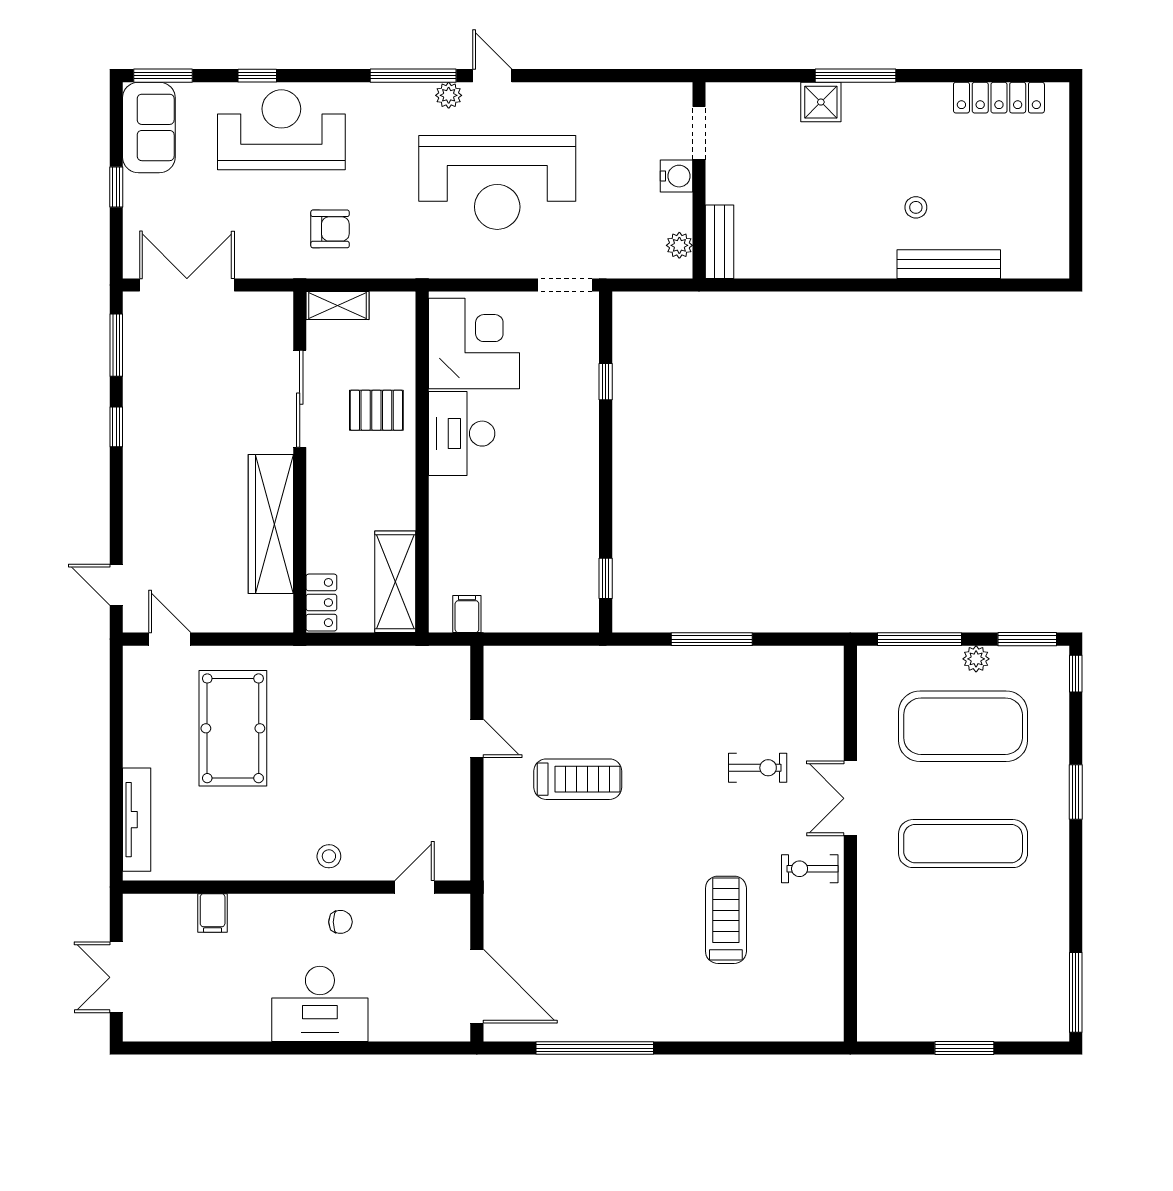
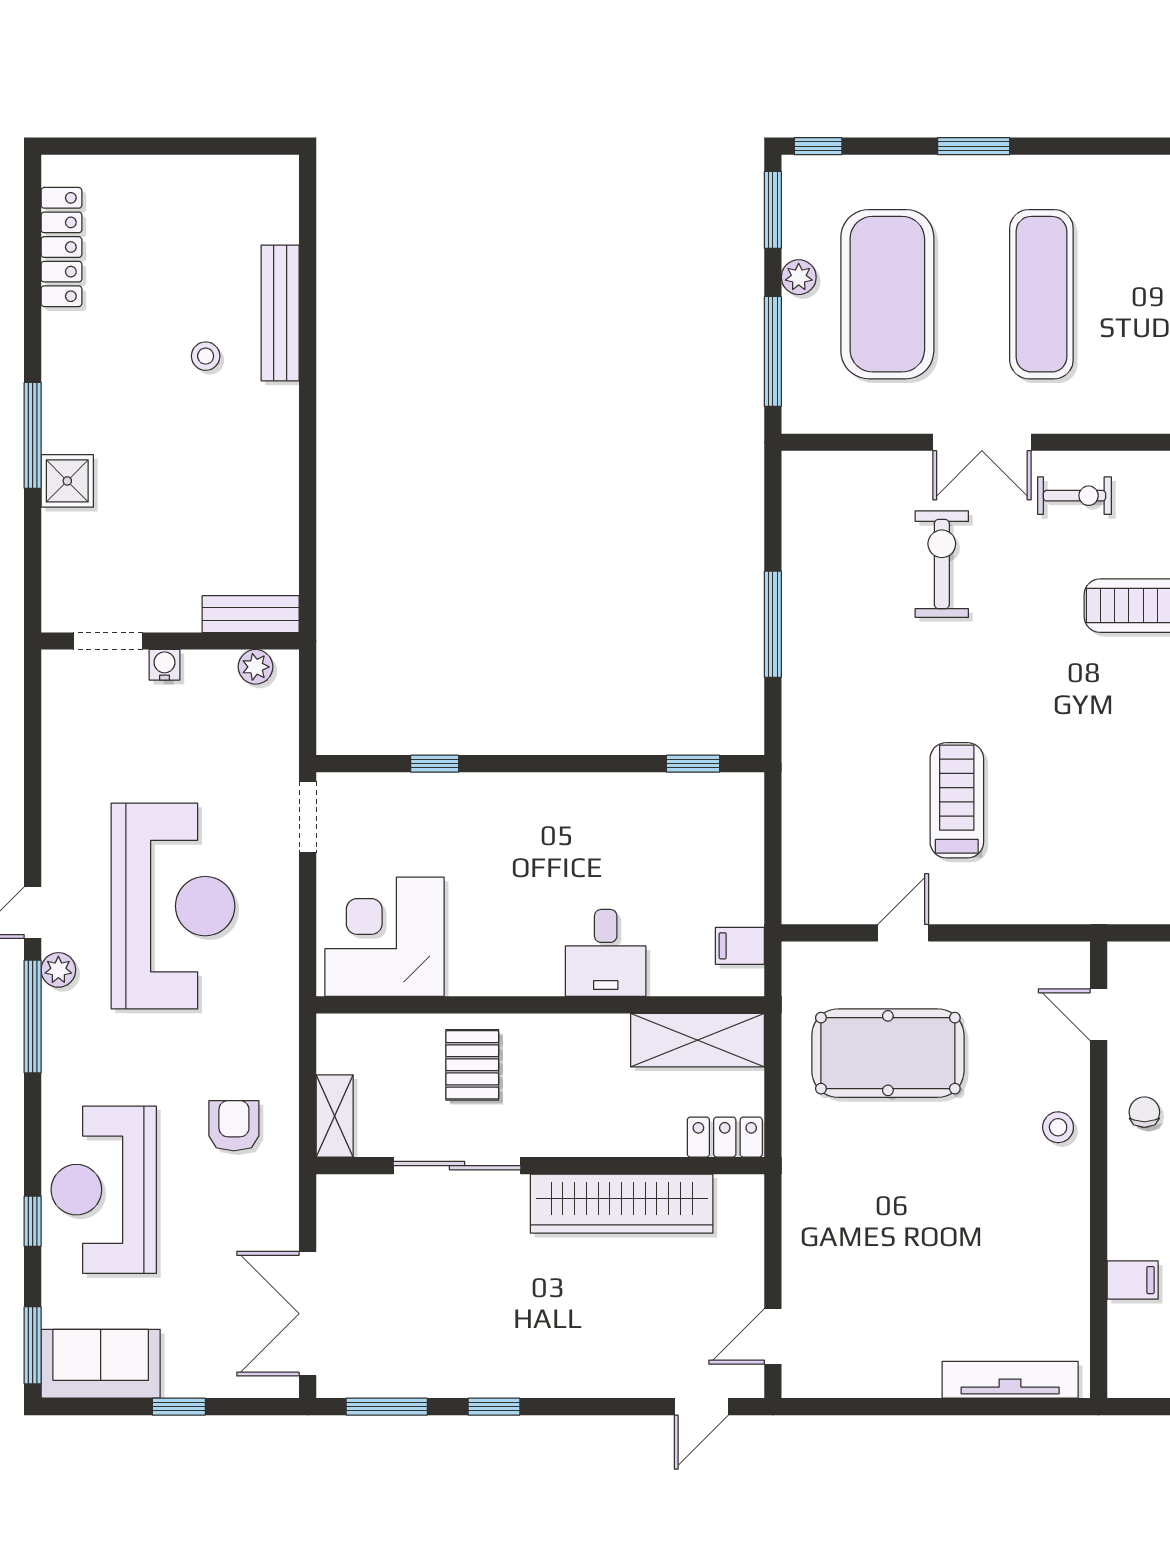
water cooler: (676, 176) -> (164, 665), width x0.72, depth x0.72
desk: (462, 434) -> (606, 953), moved, width x0.73
pool table: (233, 728) -> (888, 1053), moved
exercise bike: (758, 768) -> (942, 564), width x1.38, depth x1.39
exercise bike: (810, 869) -> (1075, 496), turned -90

